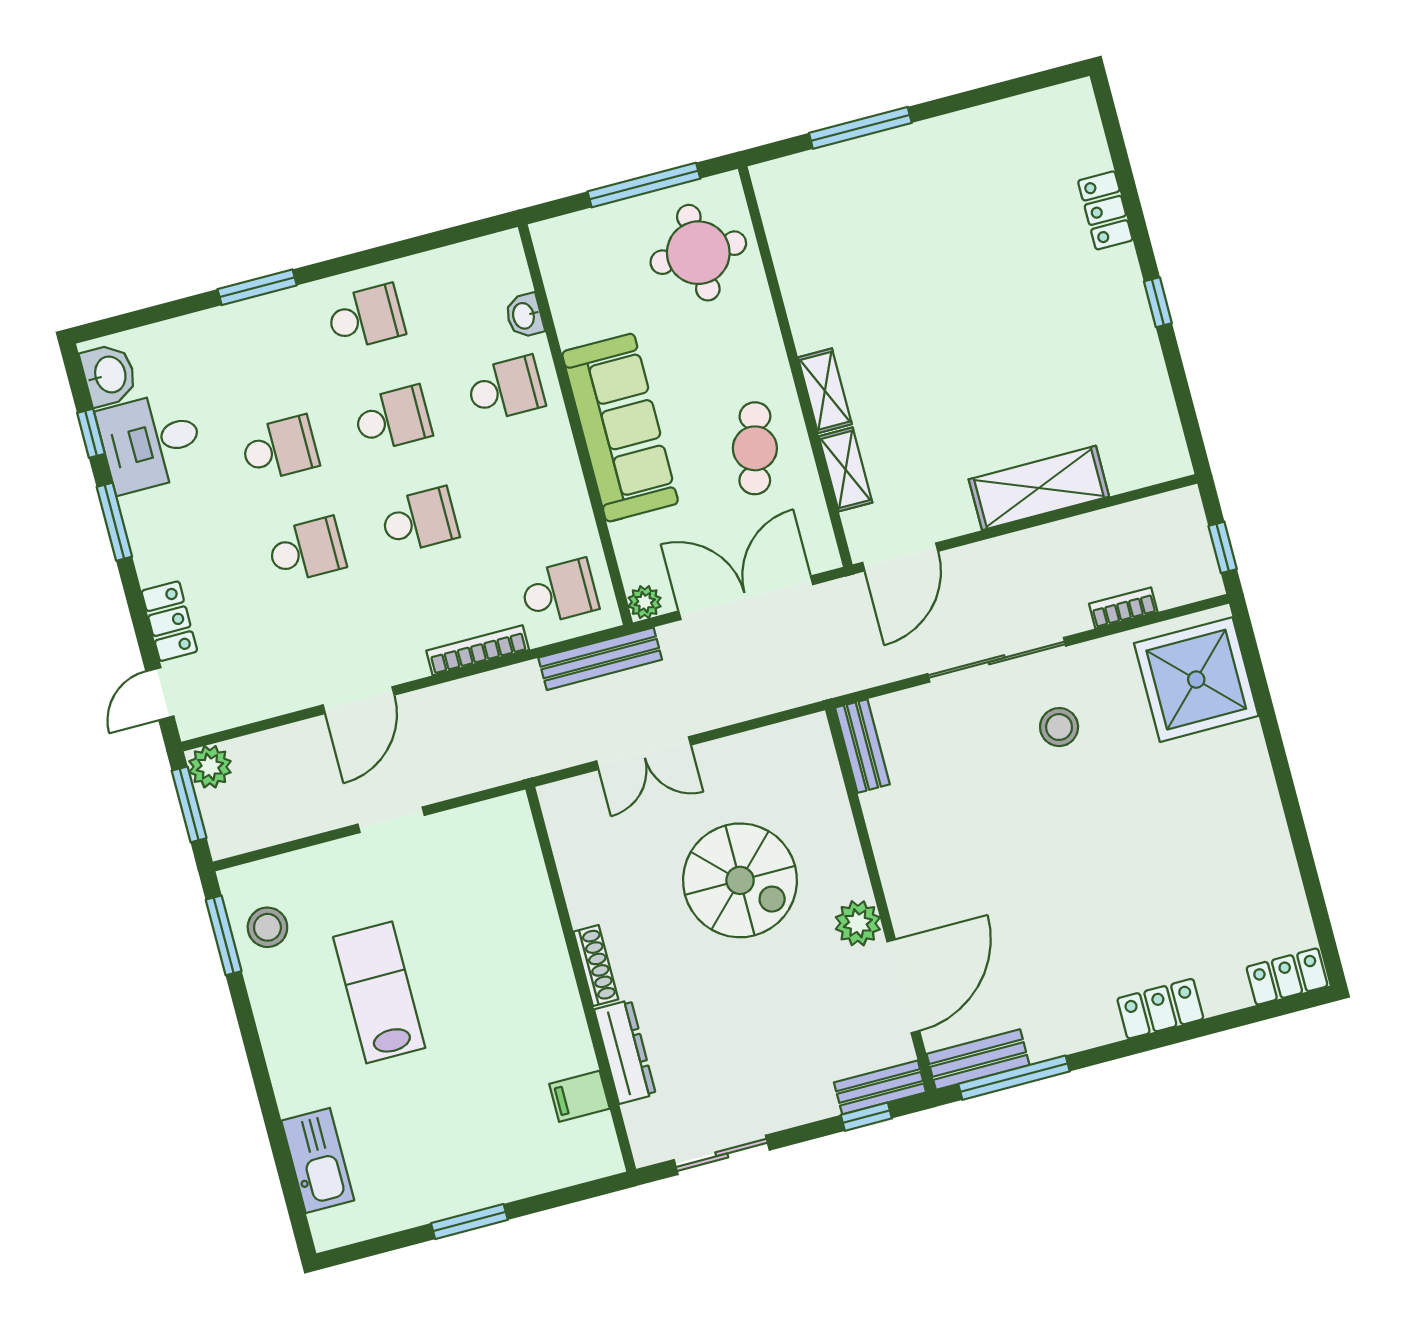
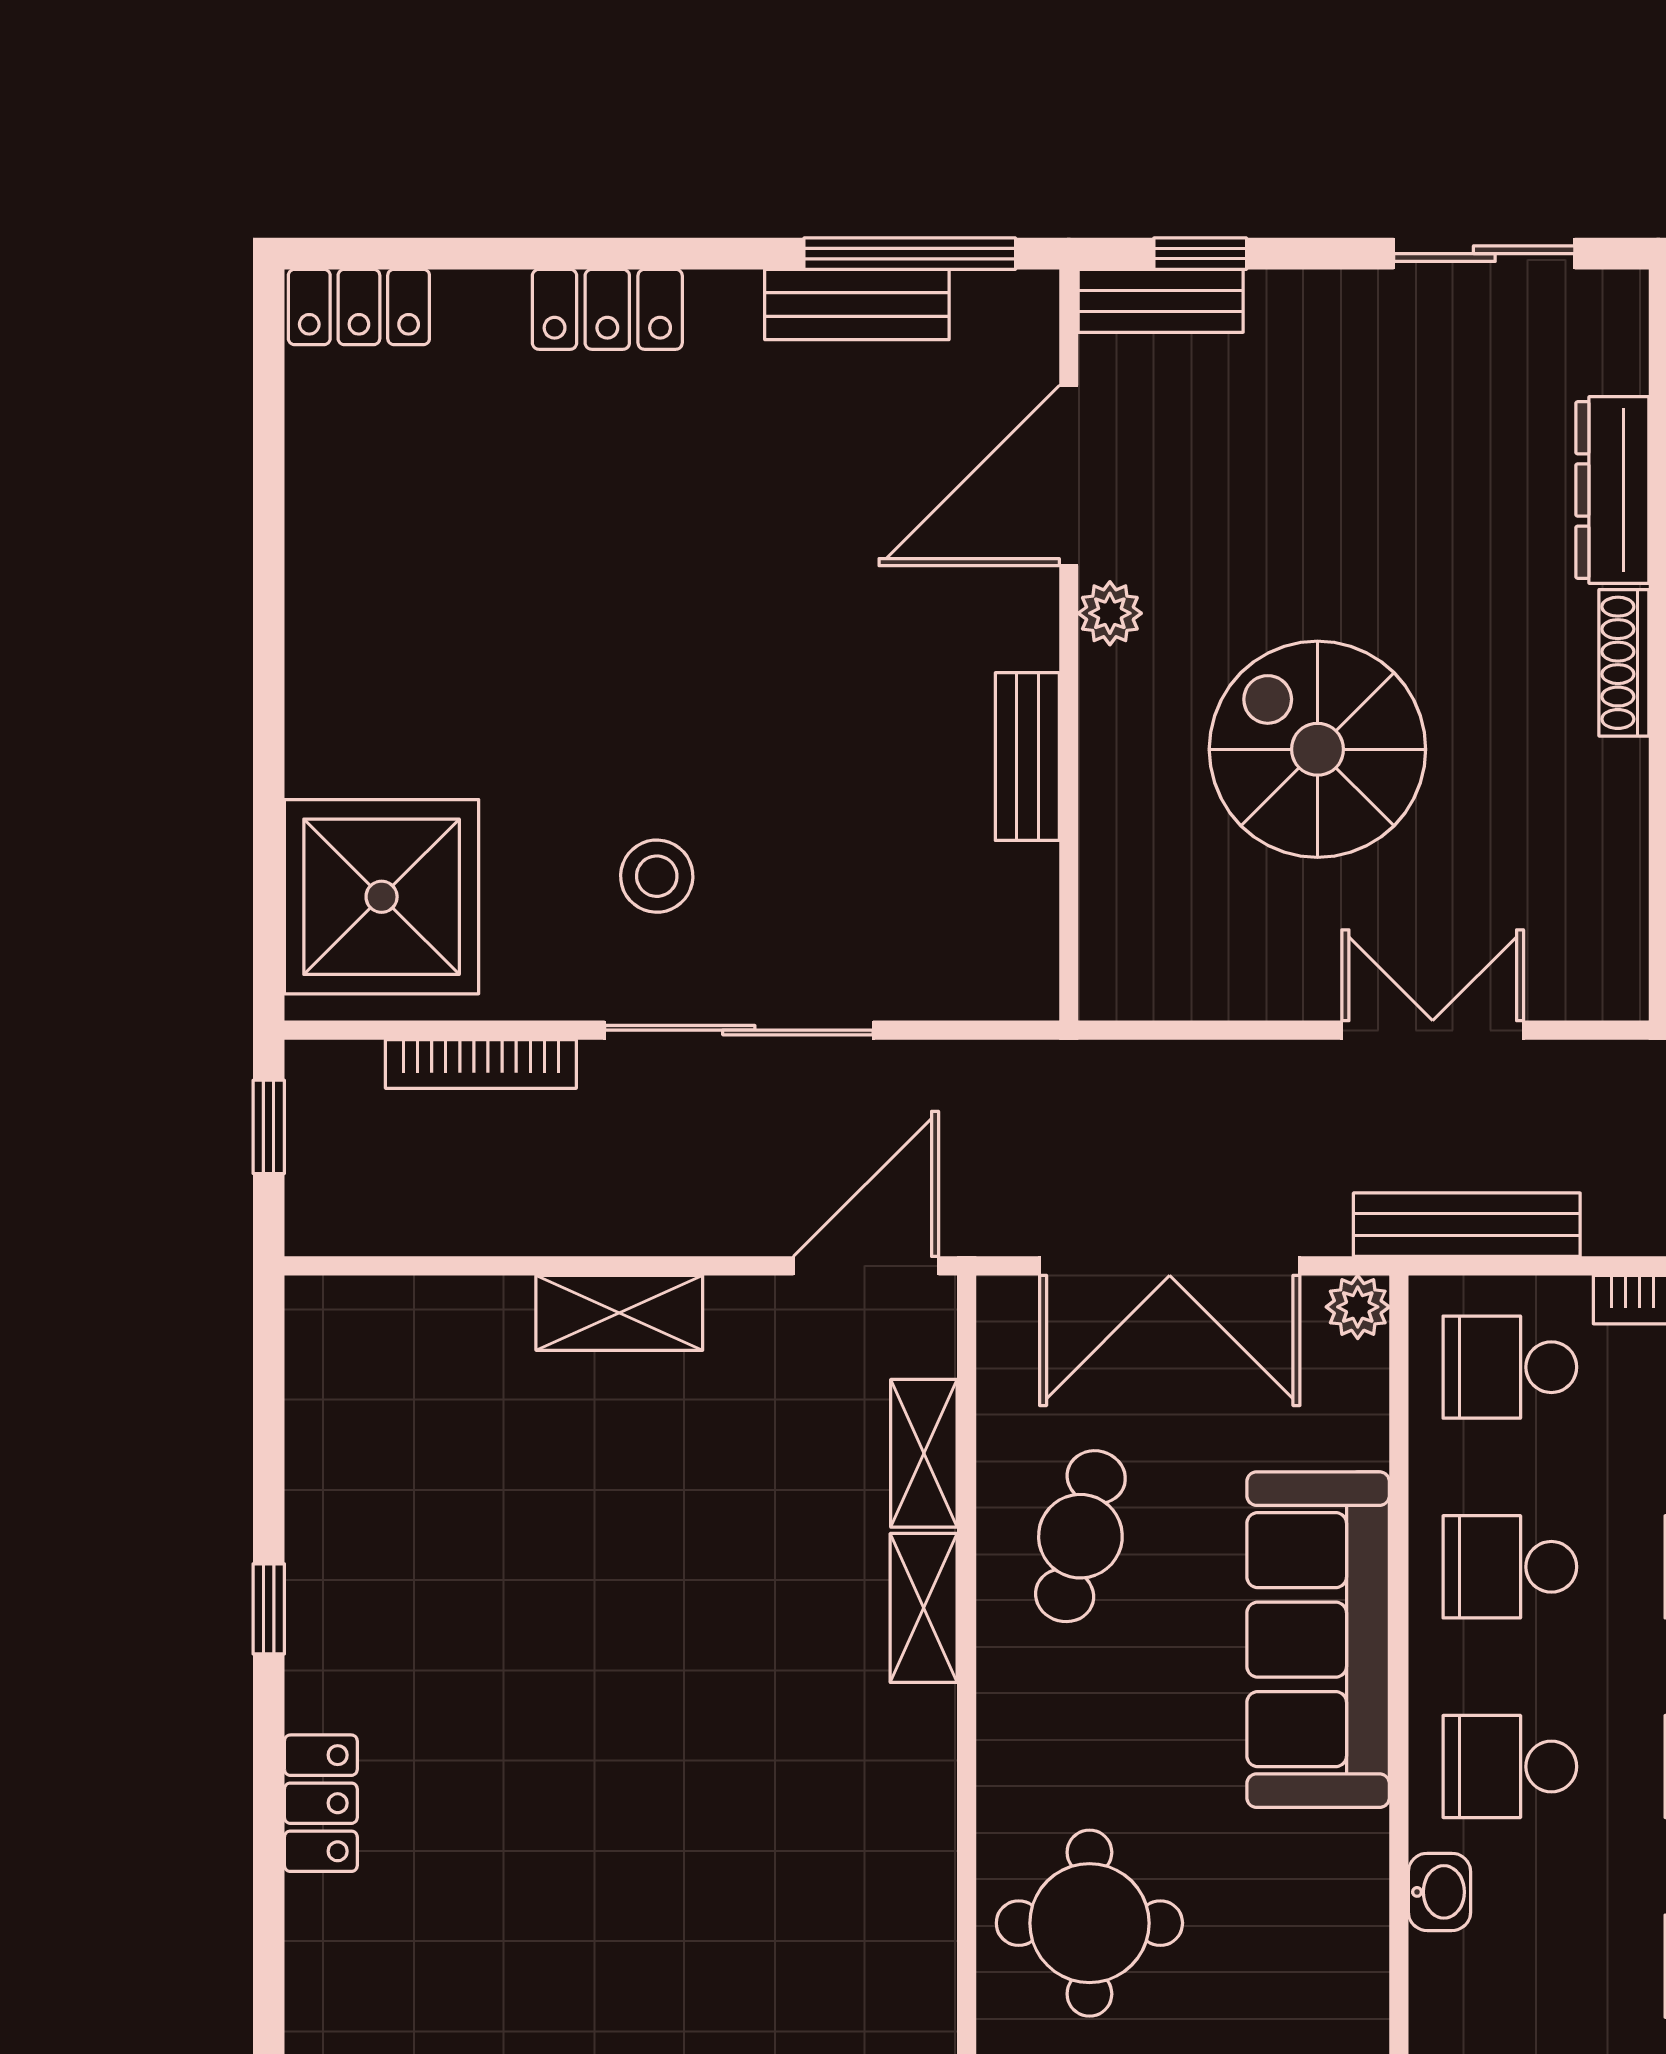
shelving: (1039, 488) -> (619, 1313), width x0.67, depth x0.75
school desk: (532, 490) -> (1510, 1567), added
bookcase: (1123, 608) -> (481, 1064), width x1.56
bench: (862, 746) -> (1027, 757), moved
plant: (858, 923) -> (1110, 613), width x0.73, depth x0.73
bench: (978, 1059) -> (857, 305), moved

